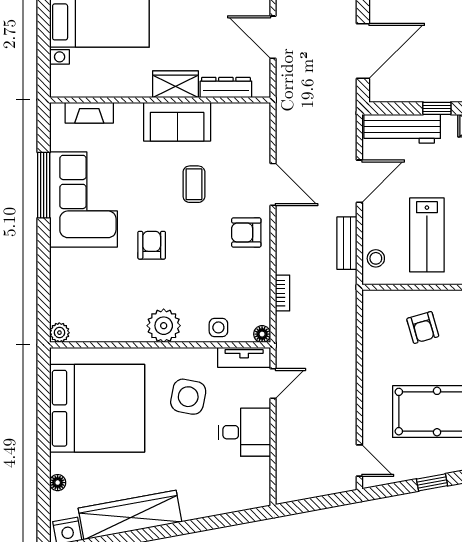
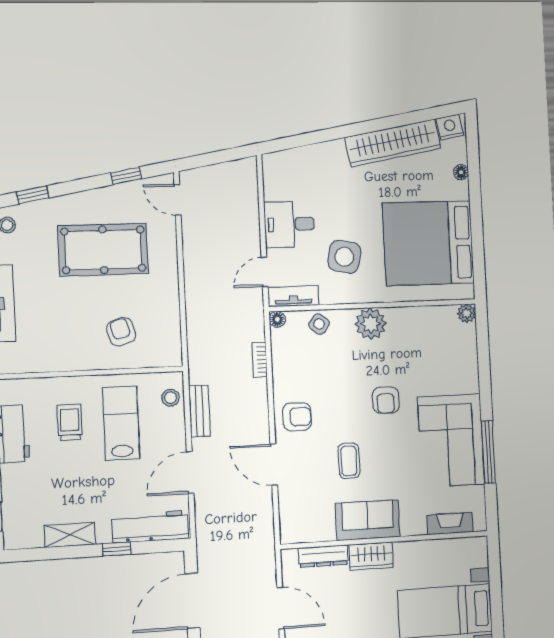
side table: (218, 327) -> (319, 324), turned 38
window: (432, 482) -> (126, 176), moved

